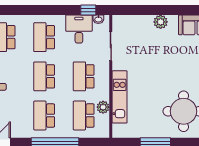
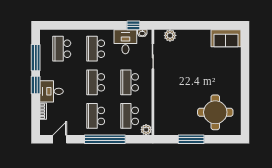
plant: (161, 22) -> (170, 35), moved
kitchen unit: (120, 97) -> (160, 100), removed
plant: (103, 107) -> (146, 130), moved

